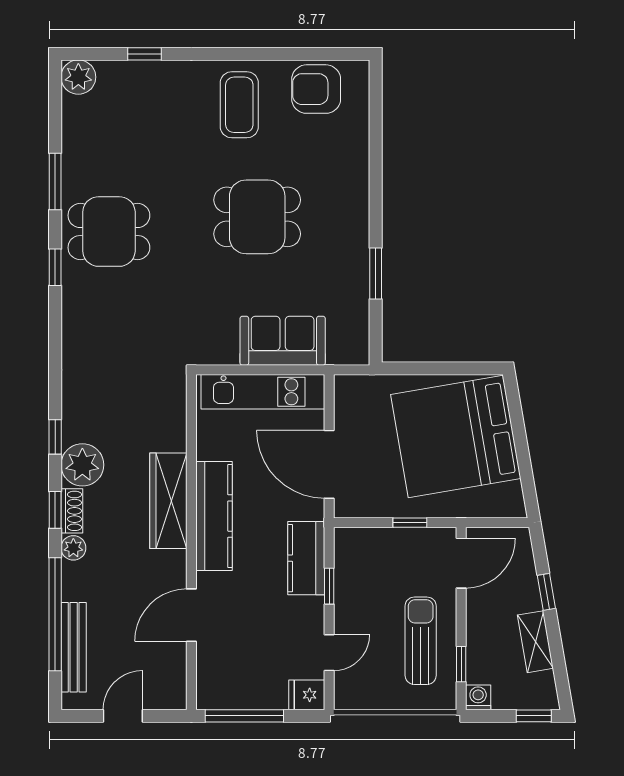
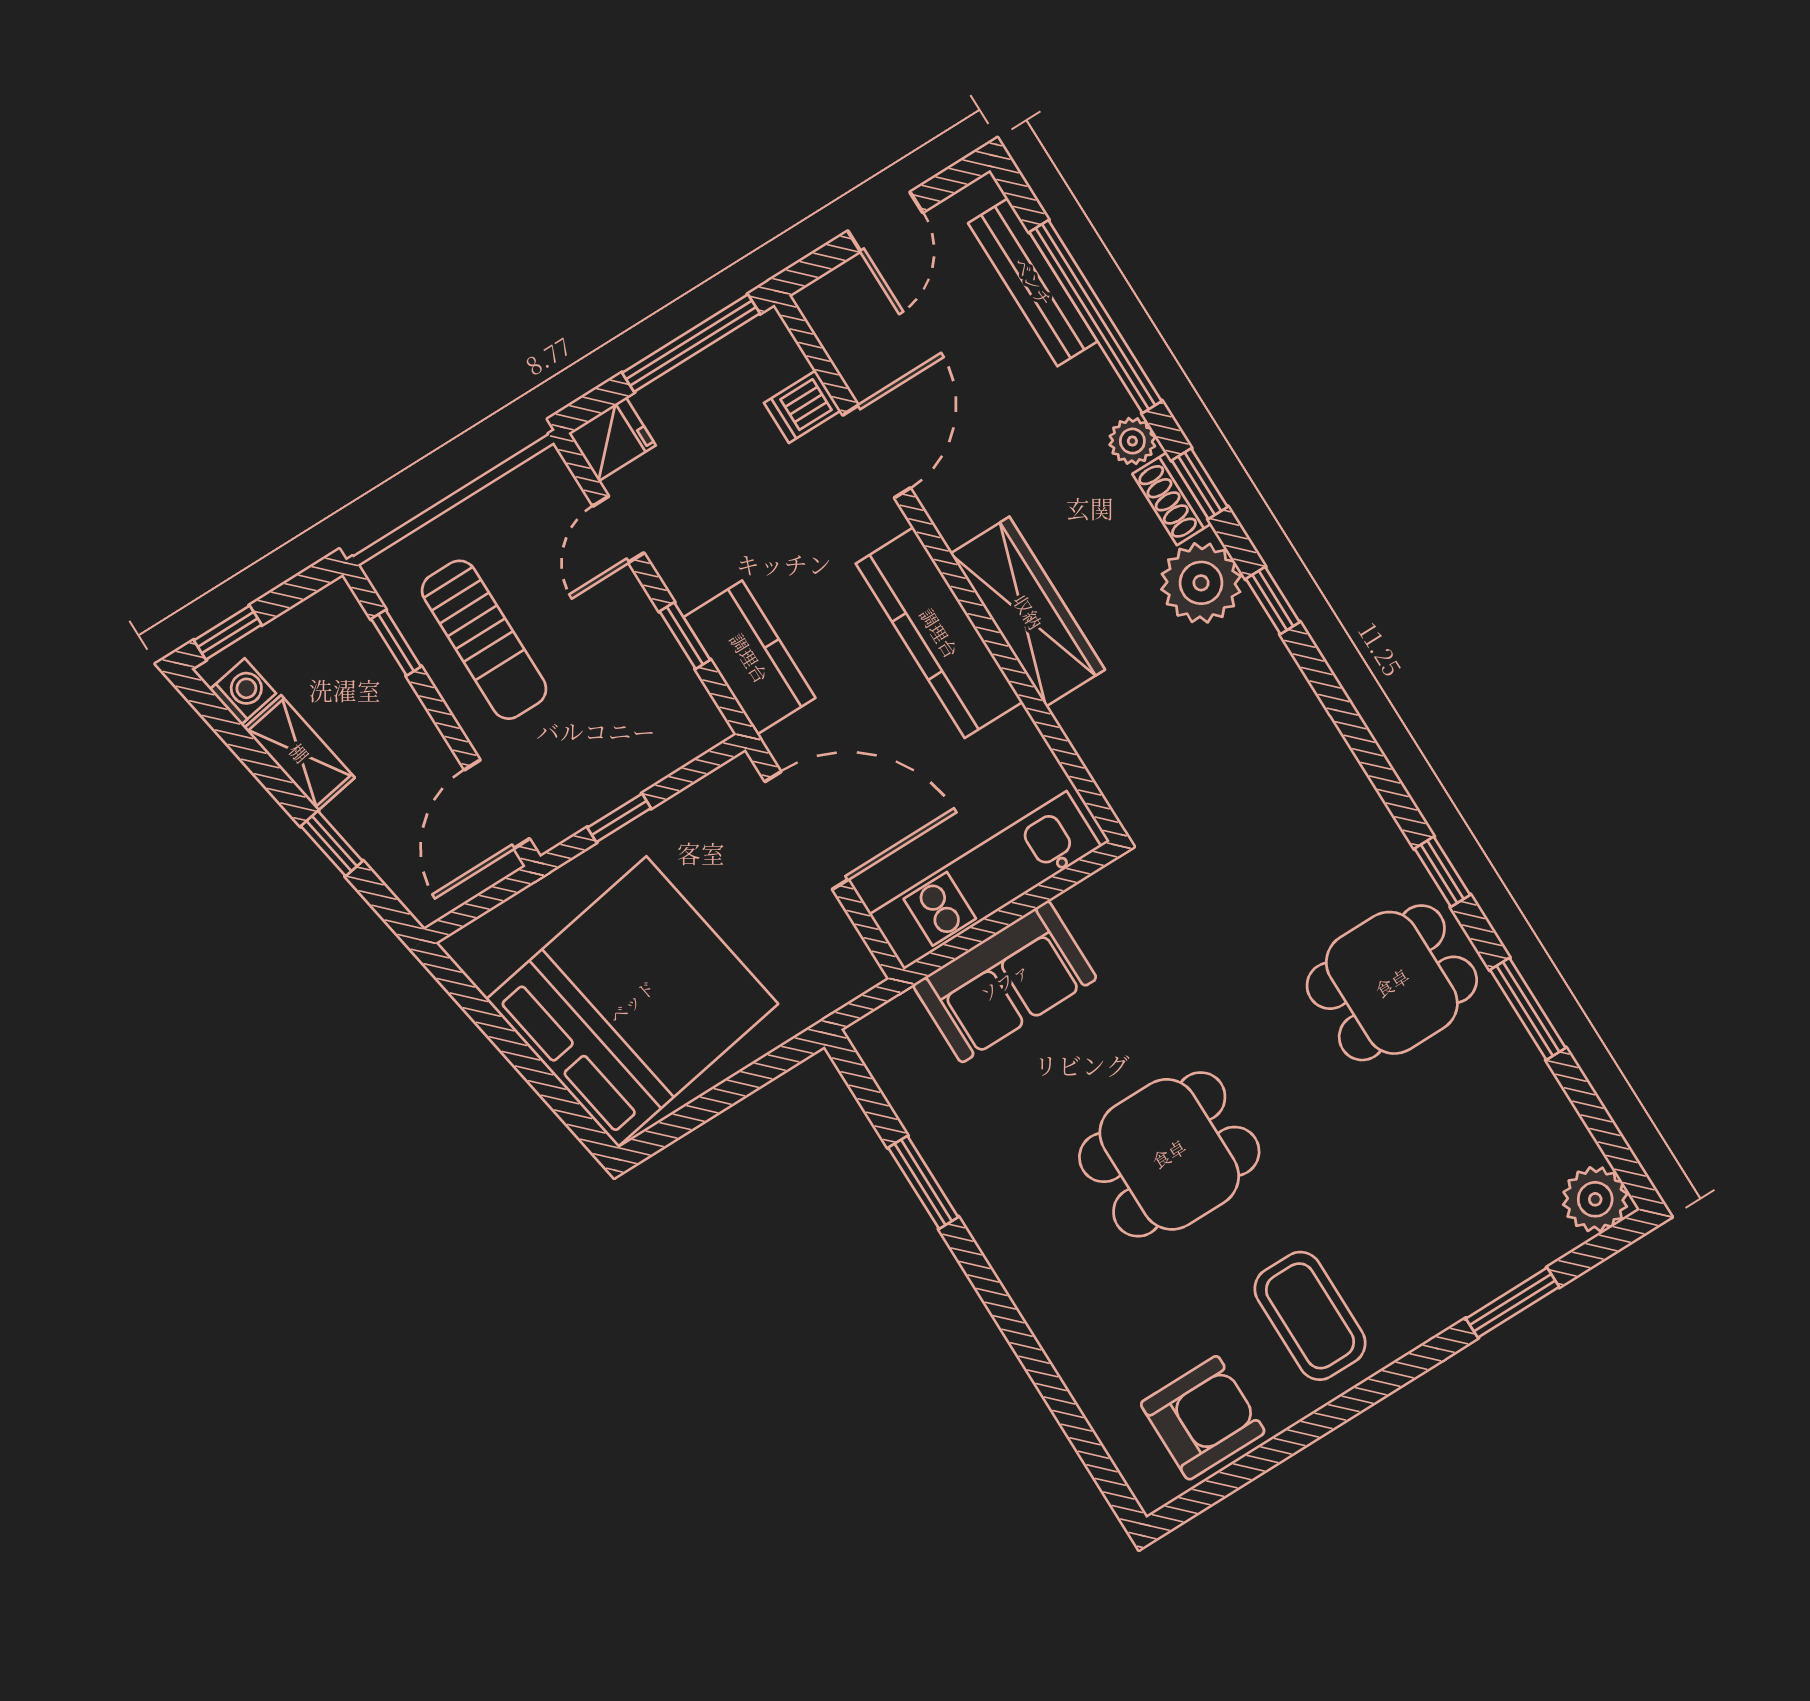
window: (145, 54) -> (1513, 1303), width x1.50
dishwasher: (212, 656) -> (802, 407), added
washing machine: (478, 697) -> (243, 691), moved, turned -100

